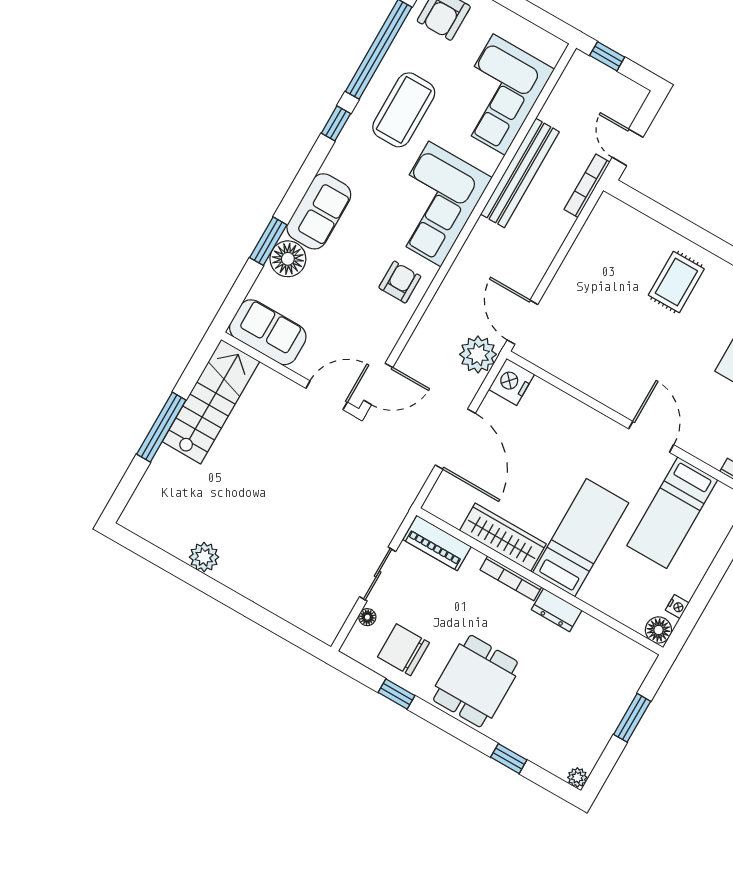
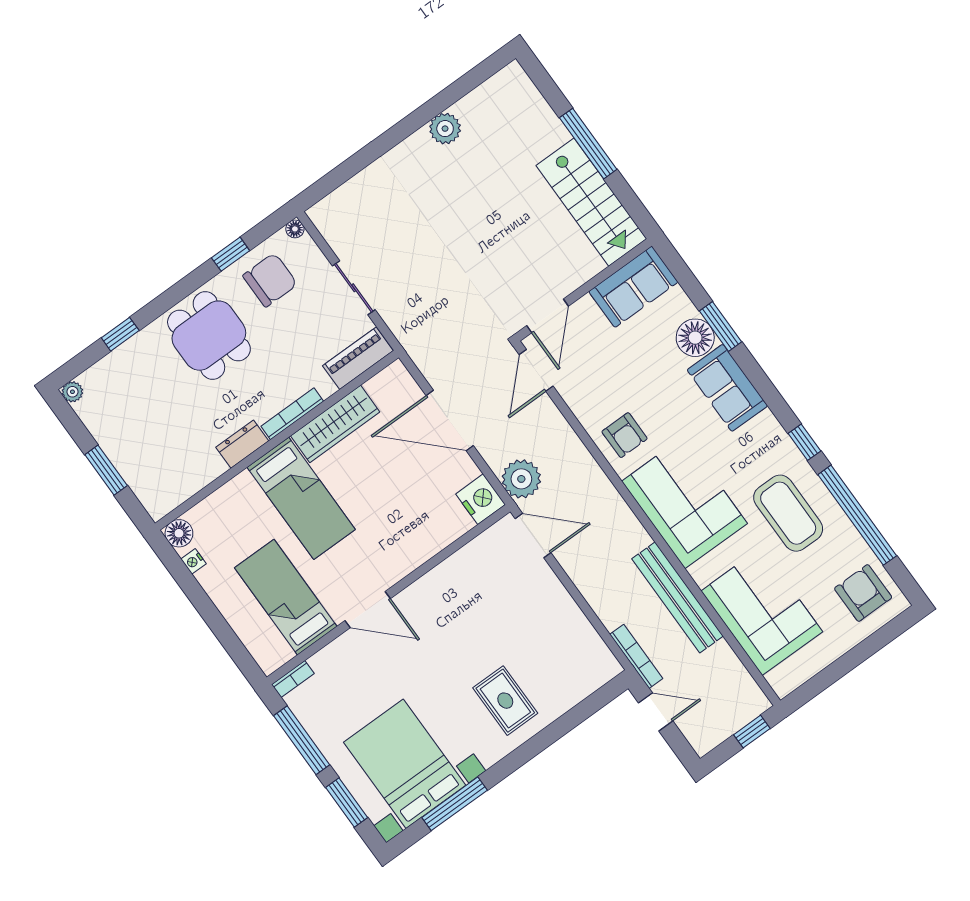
floor lamp: (367, 617) -> (295, 229), moved

